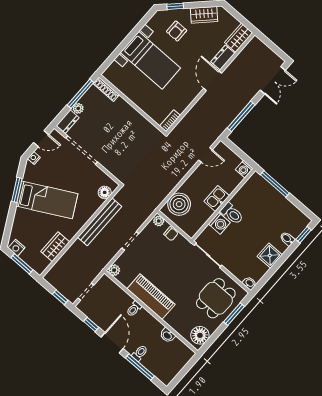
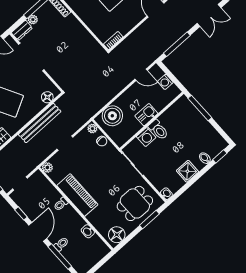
washing machine: (244, 169) -> (165, 82), moved

